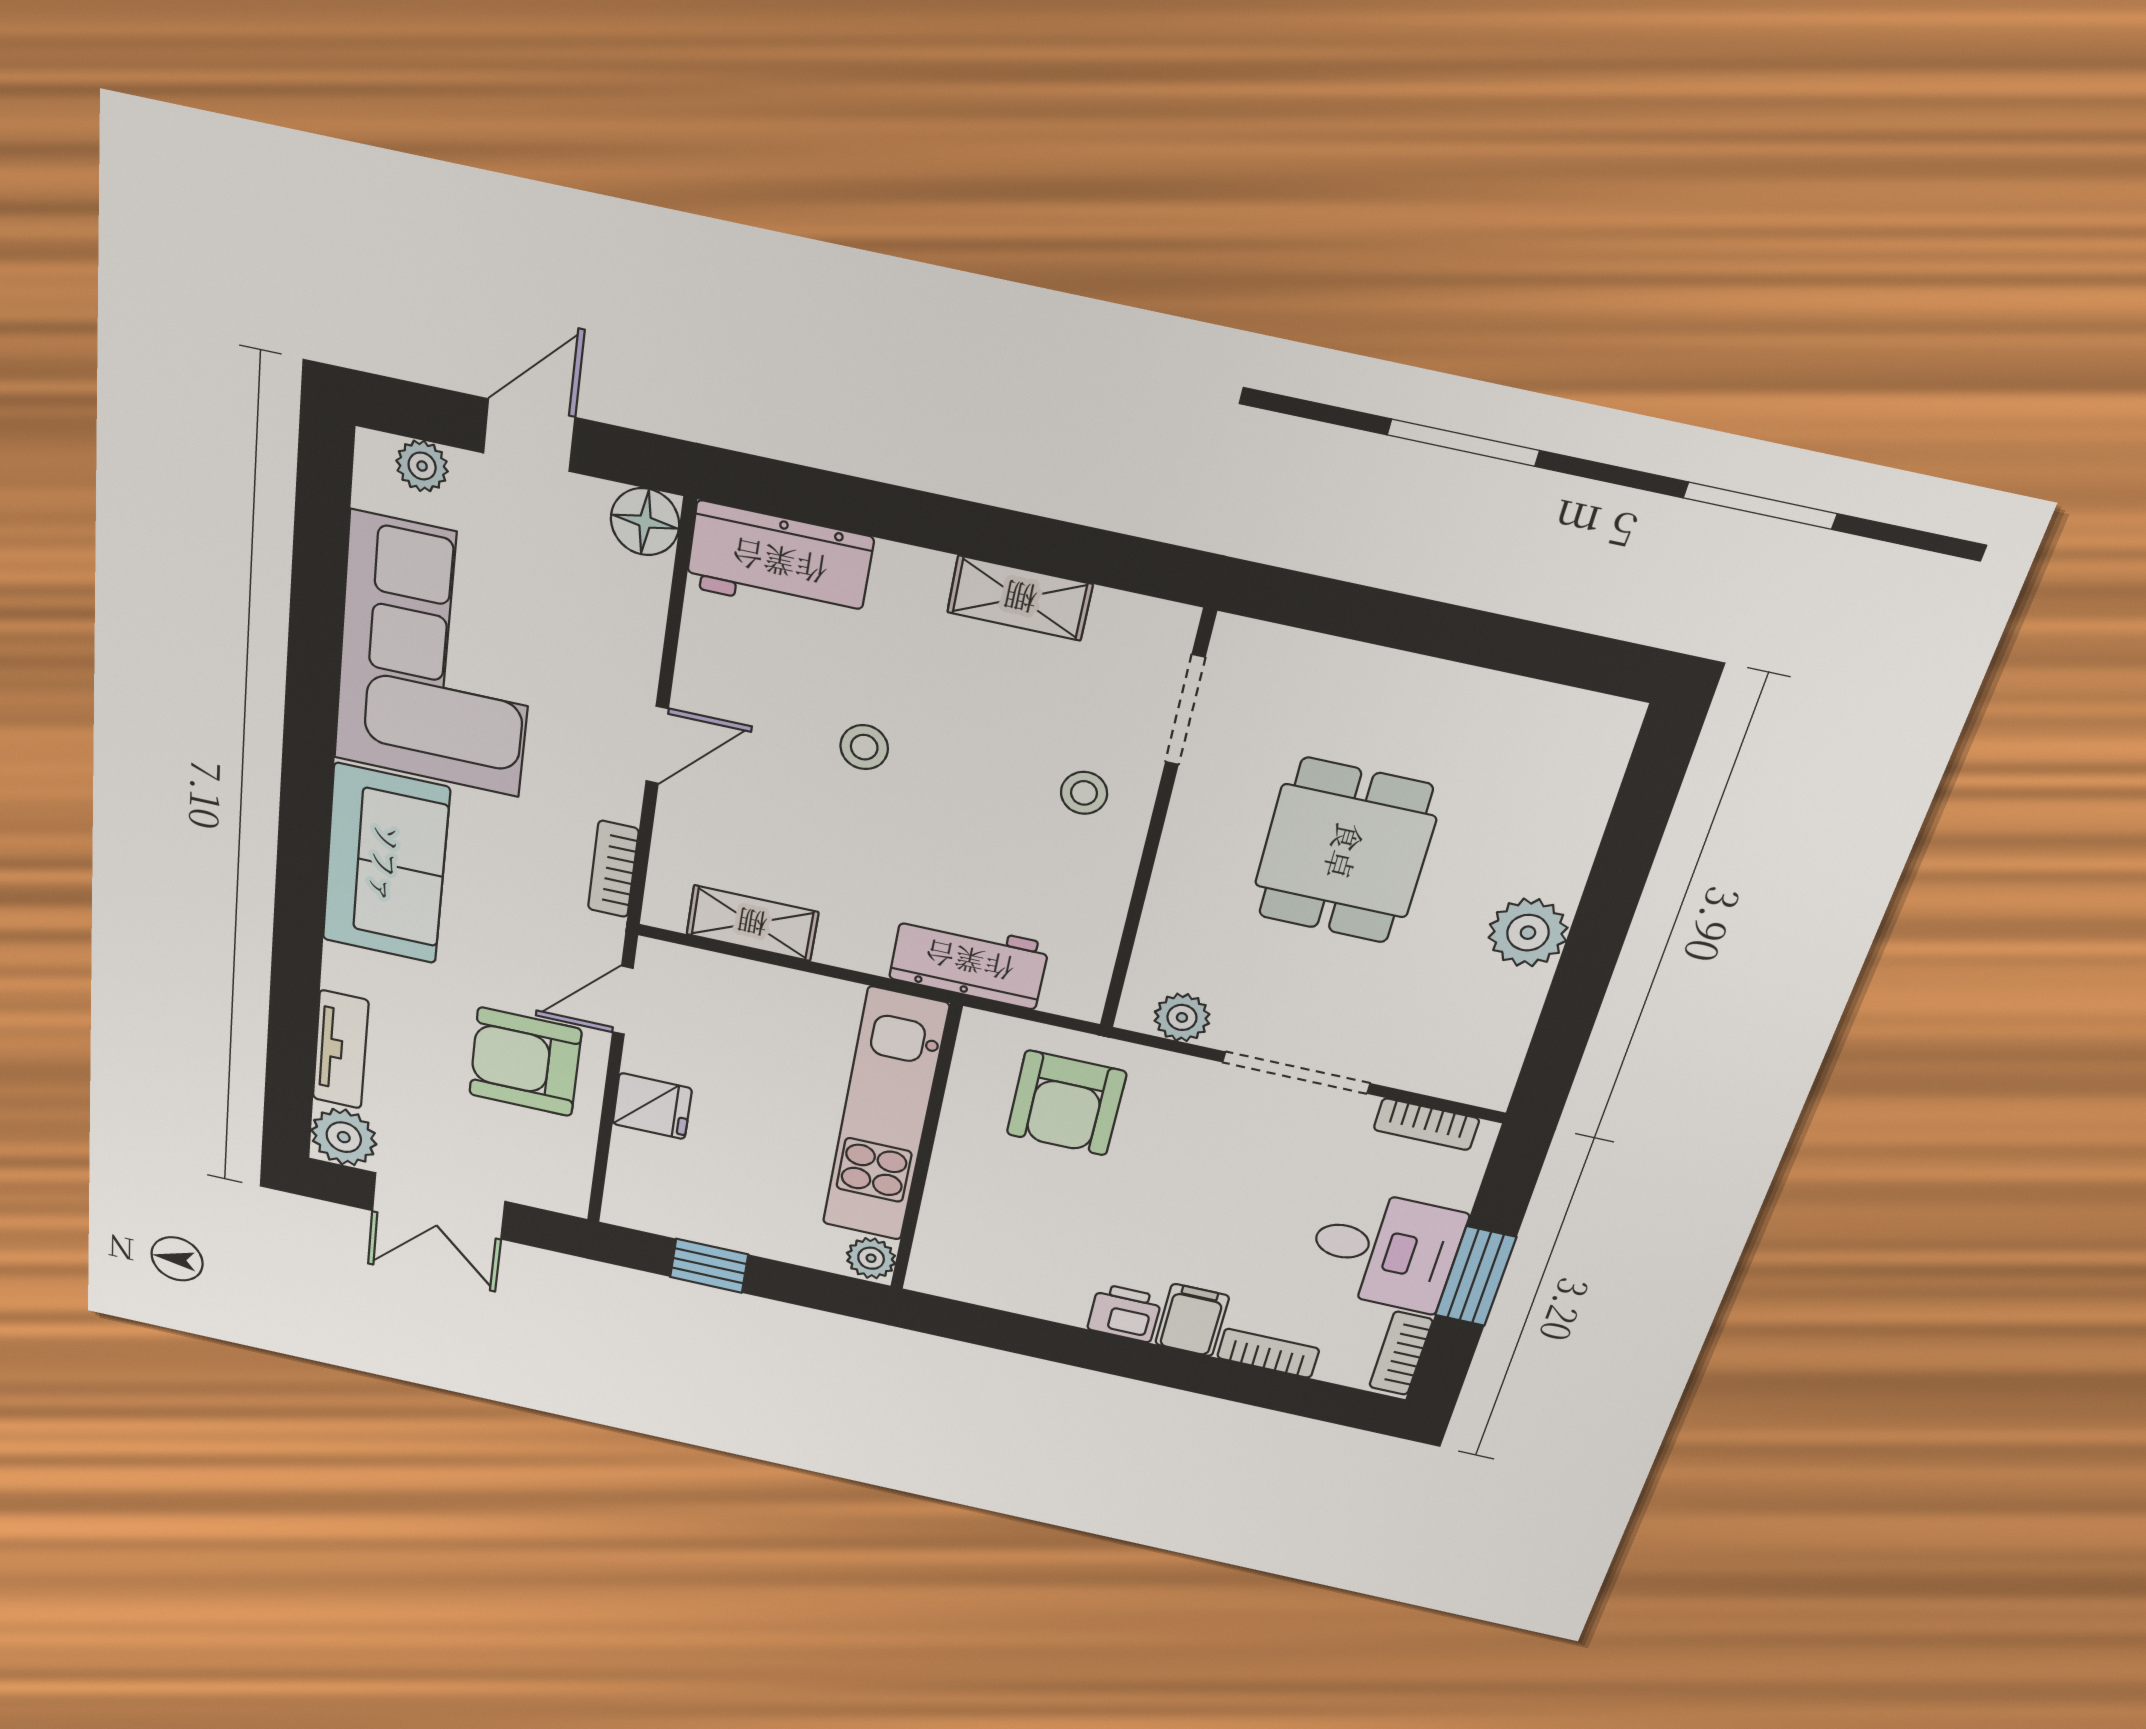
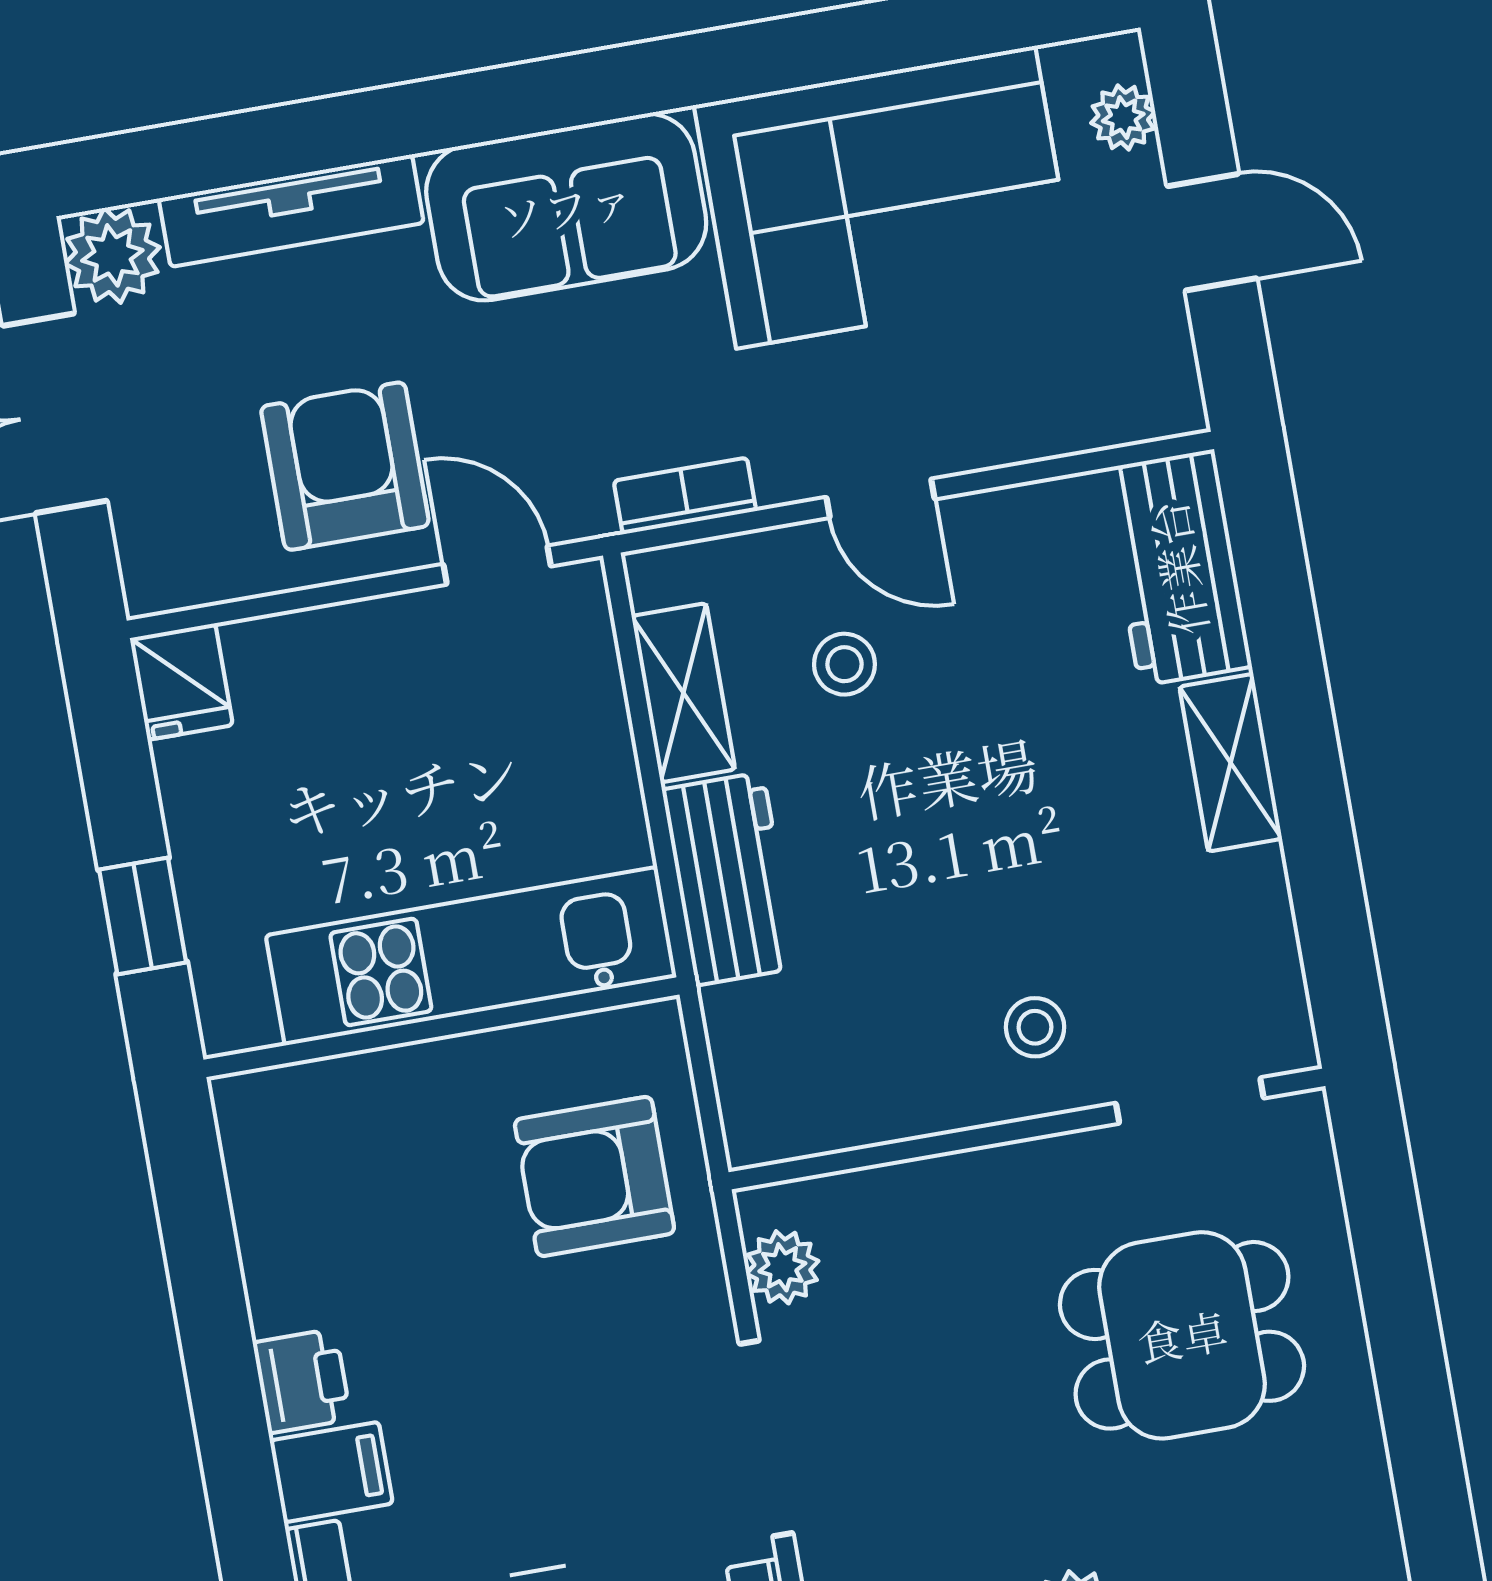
floor lamp: (645, 522) -> (1162, 397), removed
shelving: (1020, 598) -> (1231, 763), moved
stool: (864, 747) -> (844, 664), moved
dining table: (1345, 851) -> (1182, 1335), moved
workbench: (969, 961) -> (729, 879), moved
tv unit: (341, 1050) -> (291, 211), width x1.41
fridge: (652, 1106) -> (181, 682), moved
plant: (871, 1258) -> (237, 1018), removed
window: (709, 1266) -> (143, 916), moved

